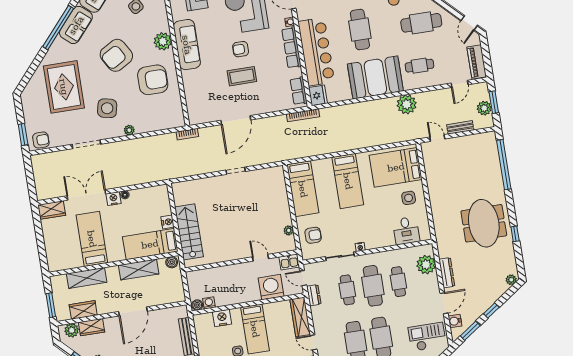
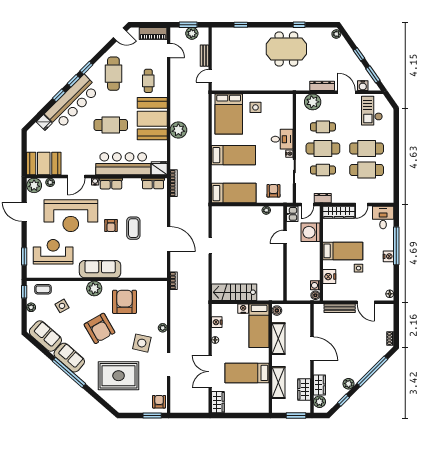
row of seats: (292, 48) -> (111, 184), width x0.68
plant: (407, 104) -> (178, 130), moved
window: (504, 165) -> (241, 25), width x0.32
nightstand: (114, 199) -> (217, 322), moved
desk: (406, 231) -> (282, 139), moved
stairs: (189, 232) -> (234, 292), moved

